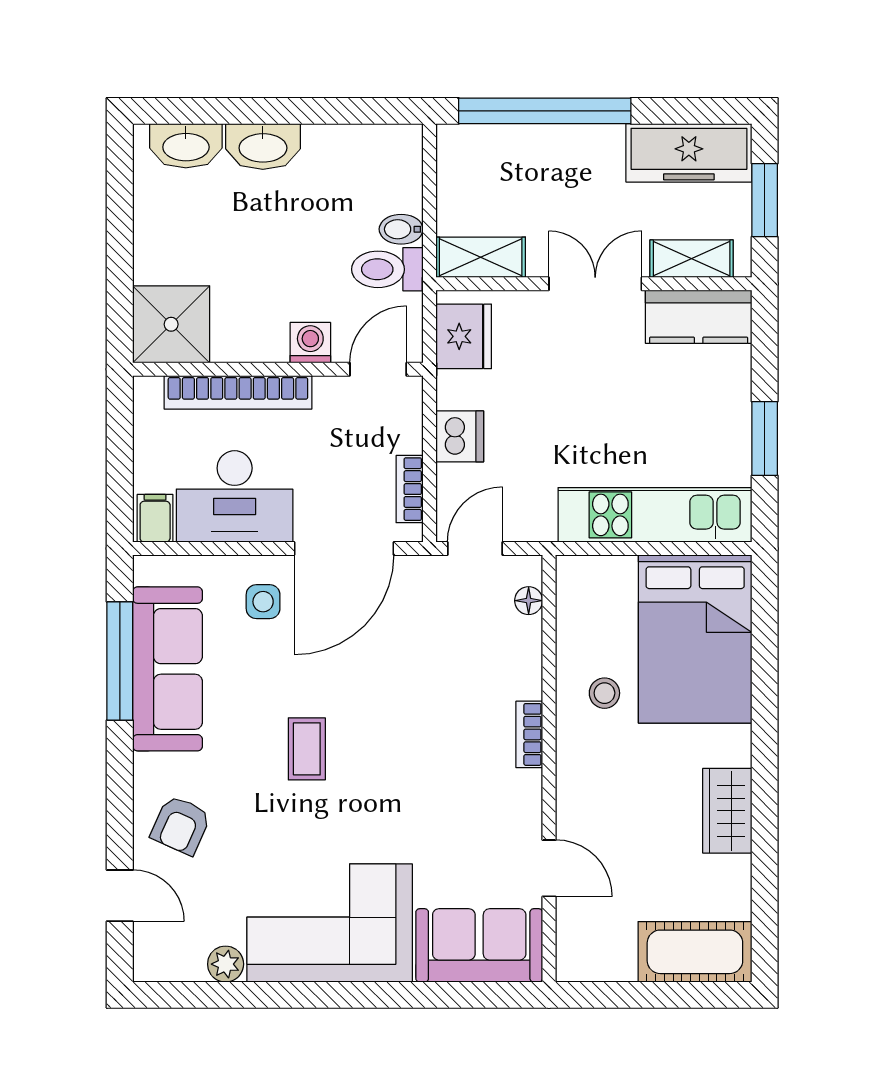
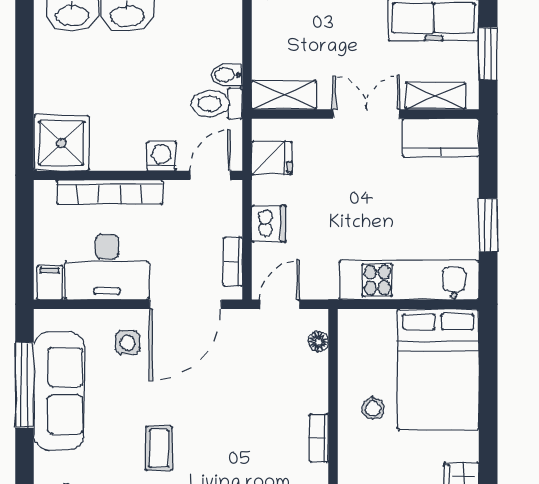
fridge: (464, 336) -> (272, 158), width x0.72

